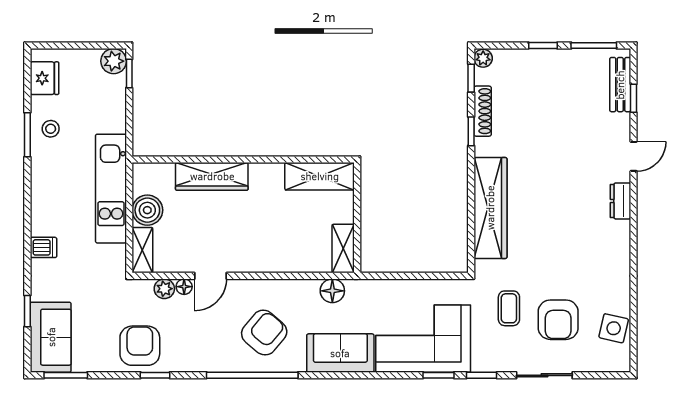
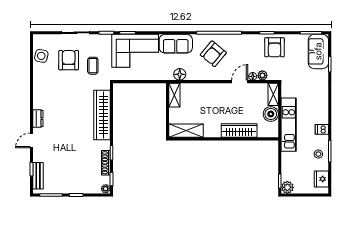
dishwasher: (43, 247) -> (322, 129), moved

